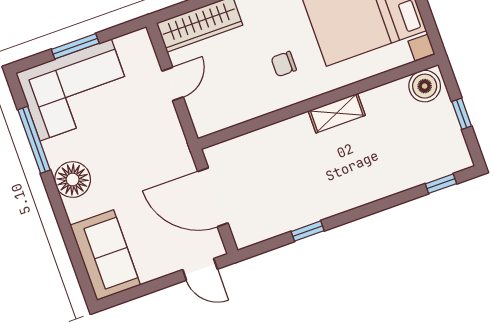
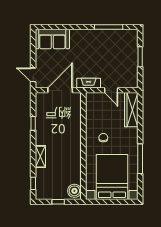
corner sofa: (76, 90) -> (123, 51), removed
shelving: (337, 113) -> (40, 157), moved
fireplace: (174, 140) -> (89, 83), added
floor lamp: (73, 180) -> (87, 37), removed
door: (200, 269) -> (33, 75), hinge flipped

